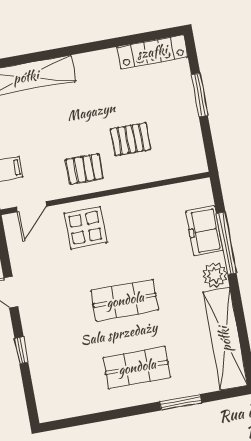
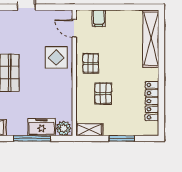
locker: (152, 52) -> (152, 101), moved
shelving: (195, 151) -> (89, 130), added
plant: (215, 275) -> (64, 128), moved

